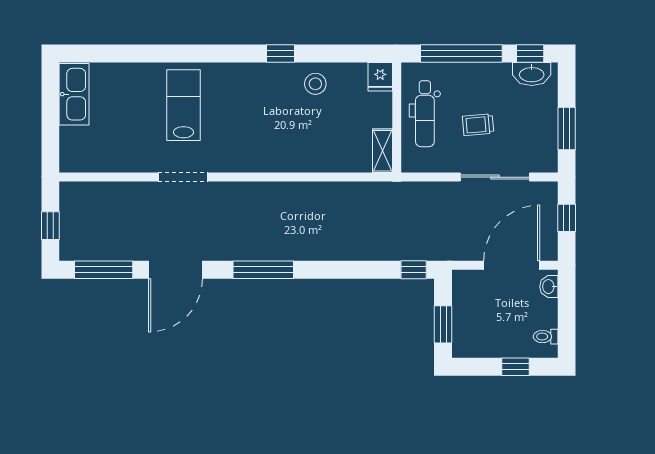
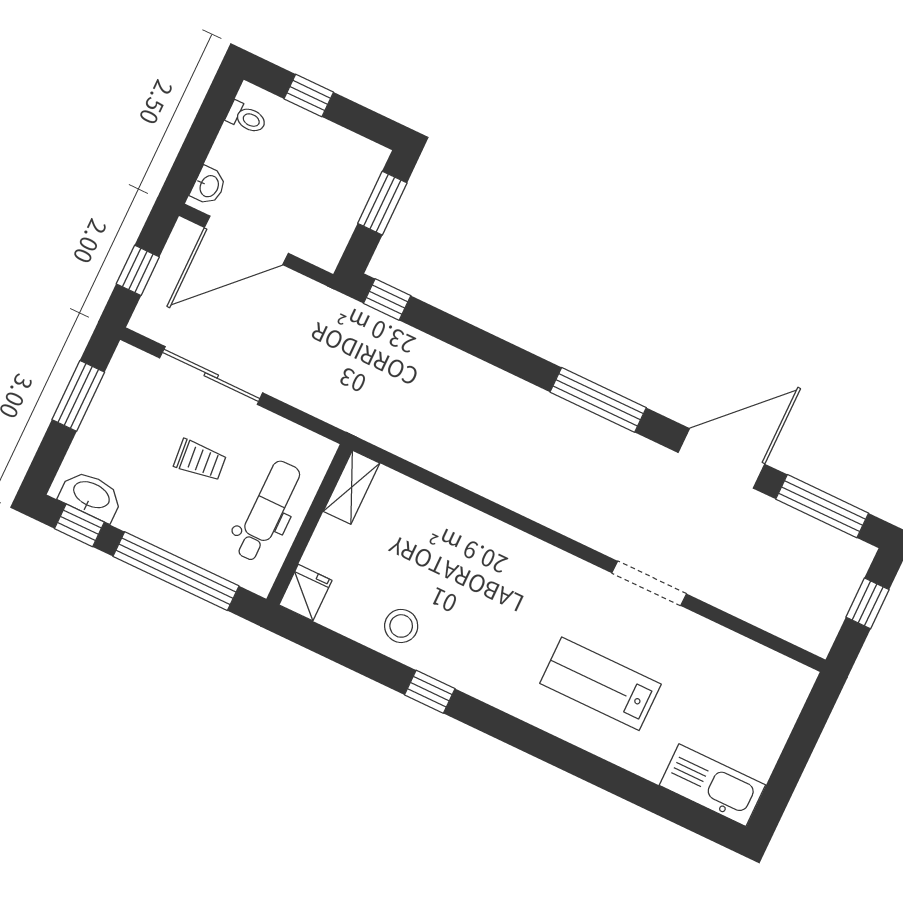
kitchen sink: (74, 94) -> (712, 785), moved, turned 90
lab bench: (184, 105) -> (600, 684), turned 90

